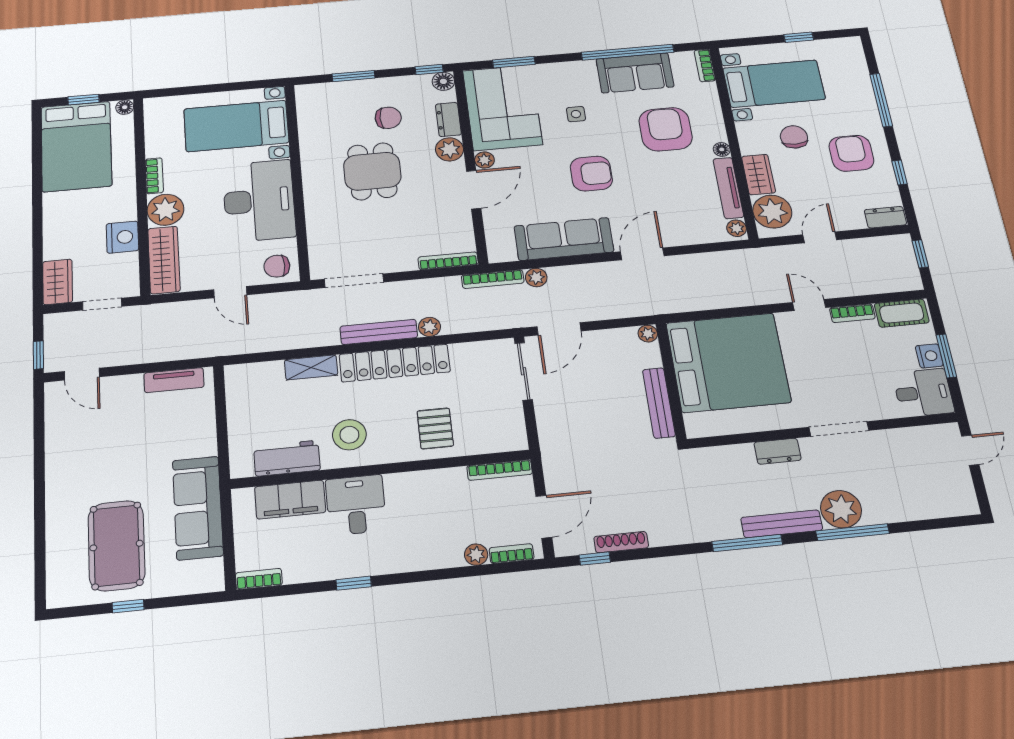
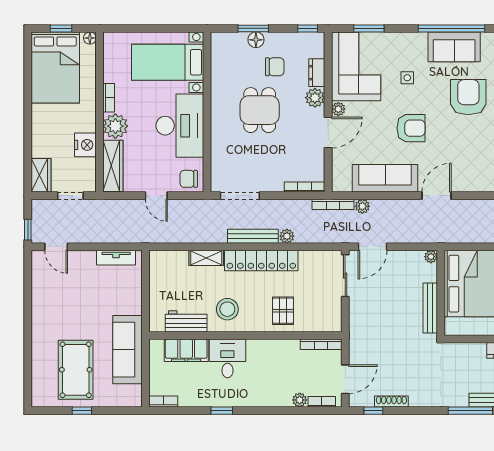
floor lamp: (443, 81) -> (256, 40), moved

